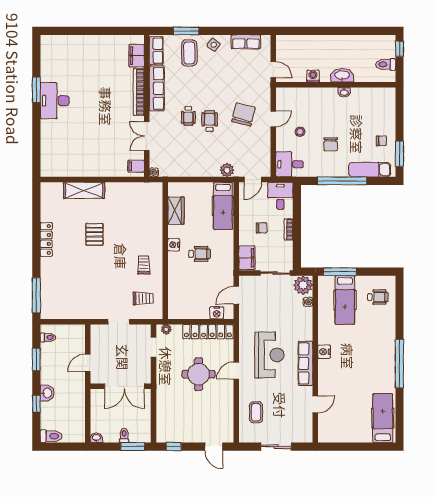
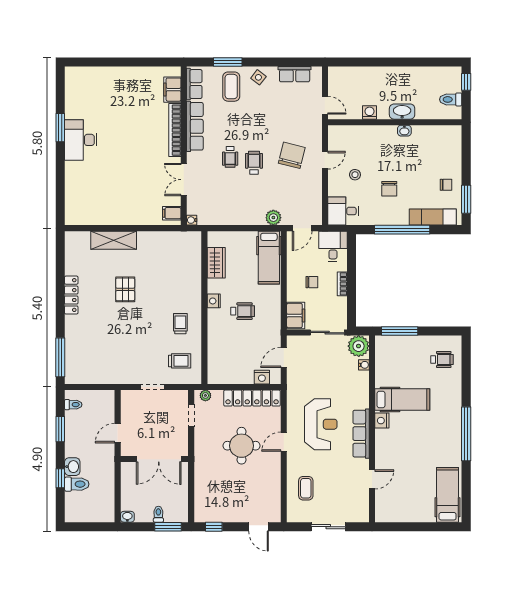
hospital bed: (345, 300) -> (402, 400), moved, turned -90
toilet: (51, 436) -> (77, 484), moved

